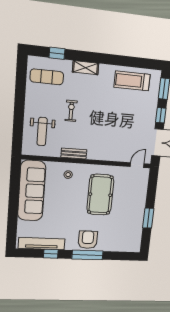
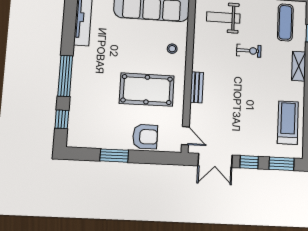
bench: (74, 154) -> (197, 87), moved
armchair: (88, 240) -> (145, 137), moved
window: (51, 254) -> (62, 119), moved

